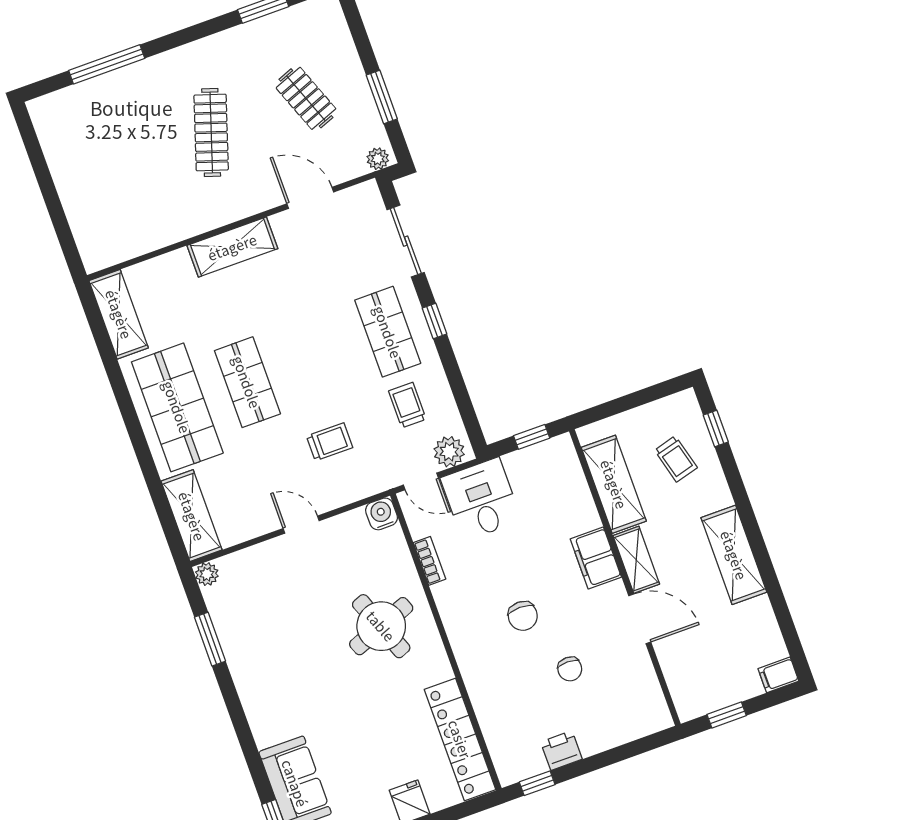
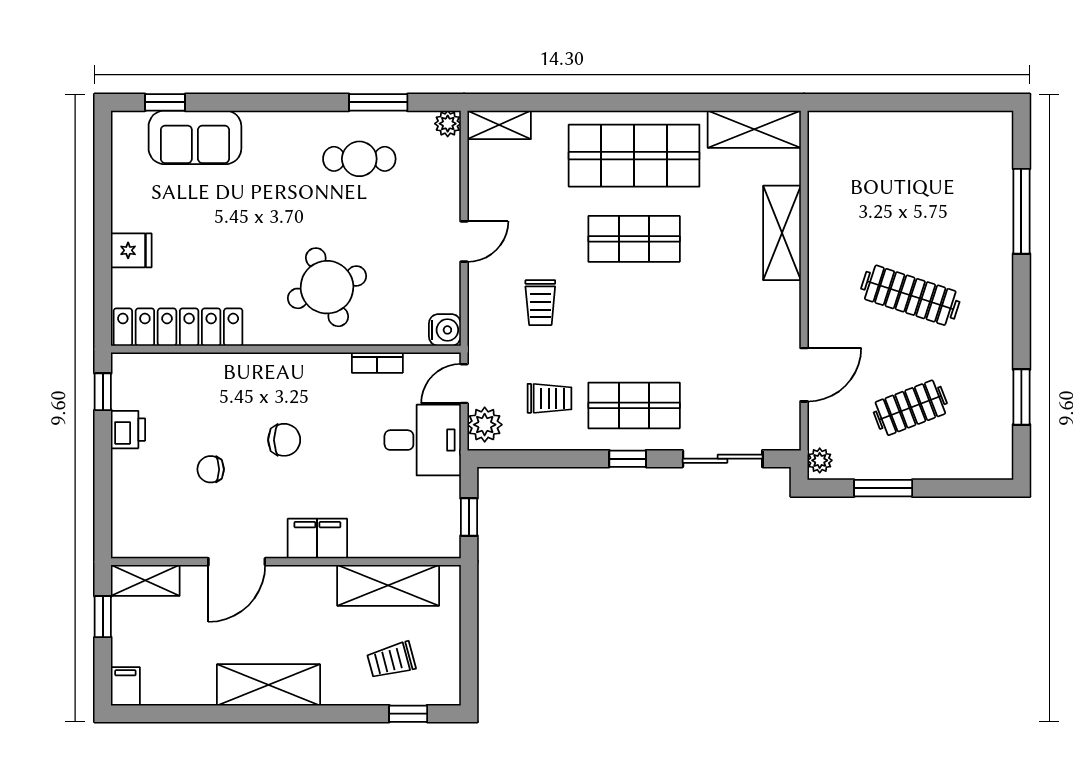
shelving: (232, 247) -> (782, 233), moved
shelving: (192, 516) -> (499, 125), width x0.67, depth x0.75
shelving: (636, 560) -> (145, 580), moved
chair: (523, 616) -> (284, 440), turned 180
cafe table: (263, 638) -> (359, 159), added

